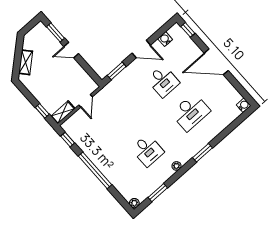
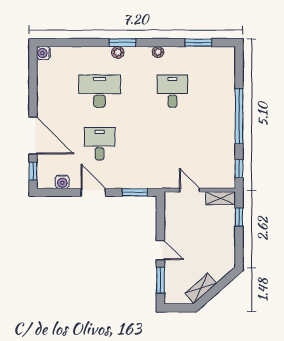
shelving: (26, 62) -> (201, 288), moved
door: (216, 62) -> (33, 136), moved
door: (86, 101) -> (189, 190), hinge flipped
plant: (134, 203) -> (118, 52), moved

